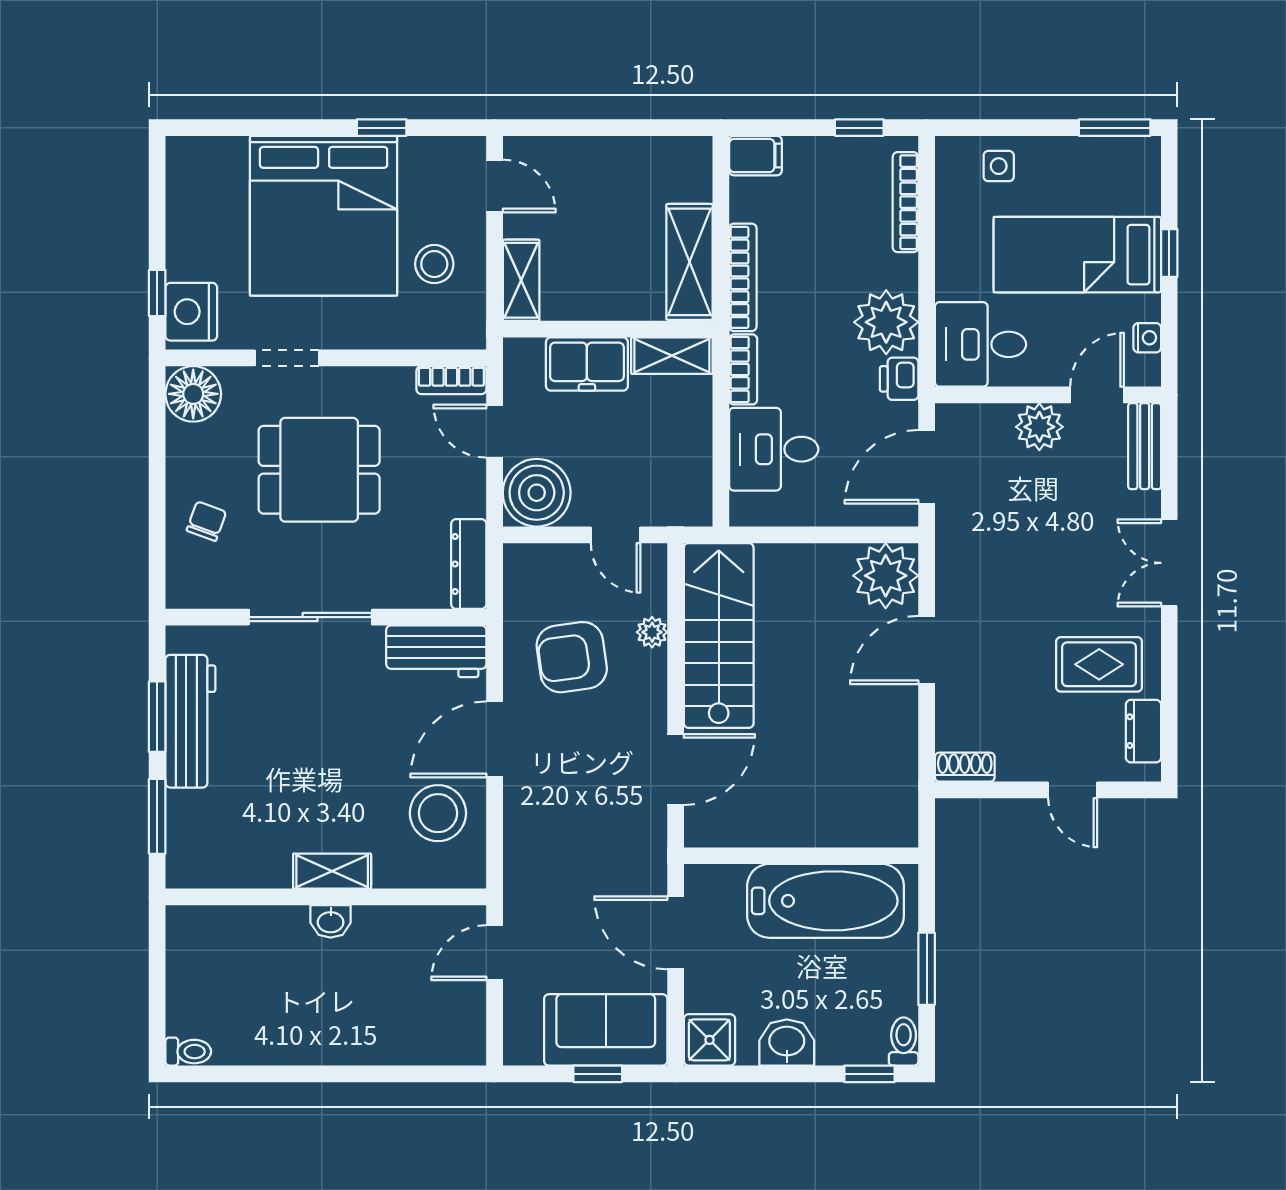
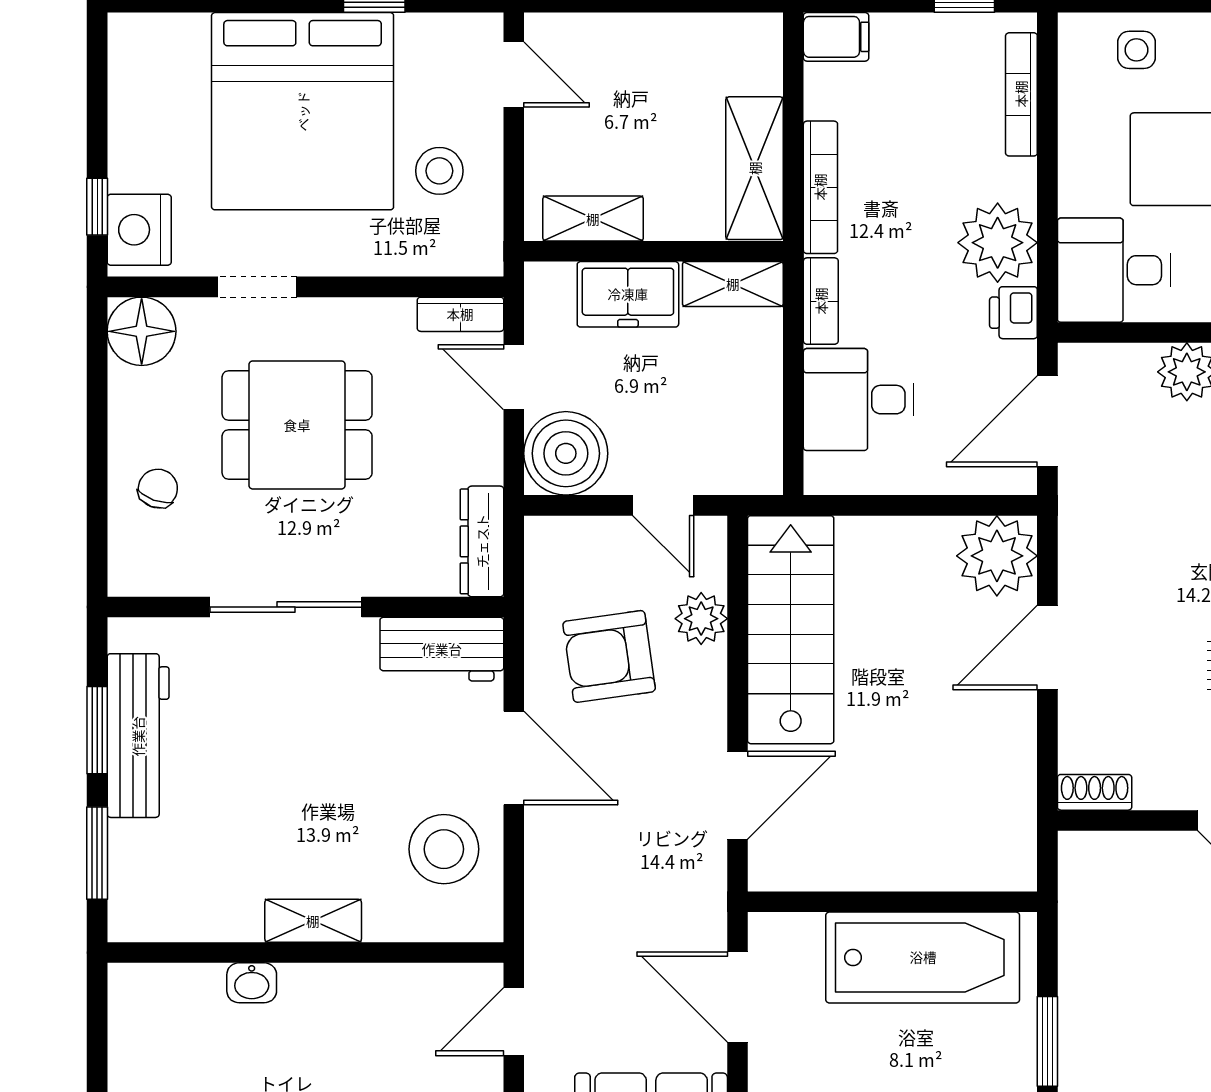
shelving: (521, 280) -> (593, 219), moved, turned 90
plant: (652, 632) -> (701, 619), width x1.38, depth x1.38
door: (495, 739) -> (514, 758), swing flipped
washbasin: (331, 921) -> (252, 983), moved

